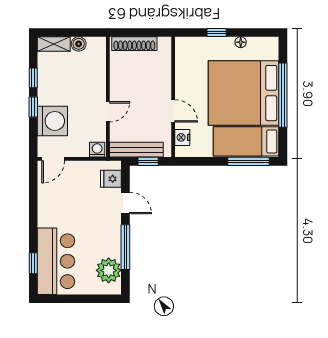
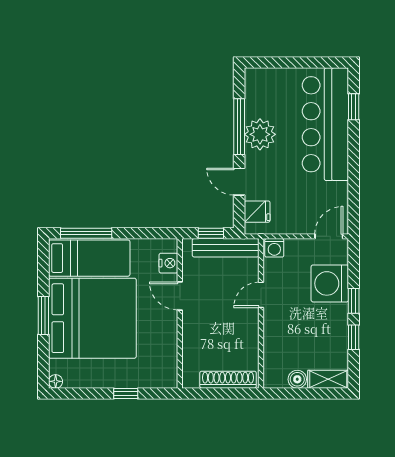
floor lamp: (241, 42) -> (56, 381), moved
window: (283, 95) -> (43, 316), width x0.47
bar counter: (56, 261) -> (325, 124), width x1.36
plant: (109, 270) -> (260, 134), moved

